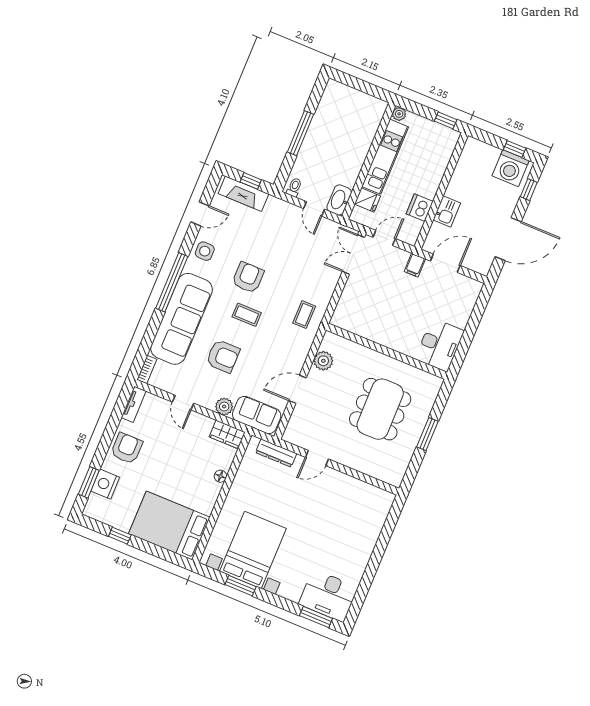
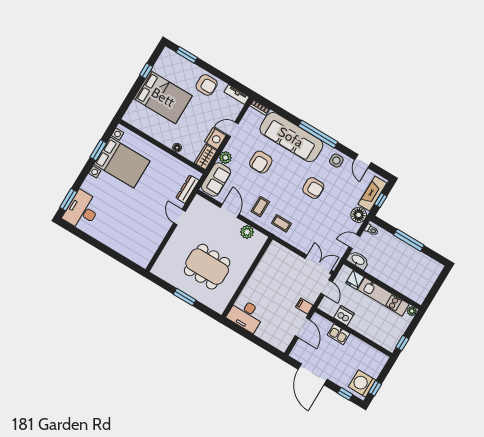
floor lamp: (276, 208) -> (359, 215), added
coffee table: (247, 315) -> (260, 207), moved
nightstand: (105, 484) -> (215, 139), moved, turned 90
bed: (169, 526) -> (163, 97), moved, turned 90

